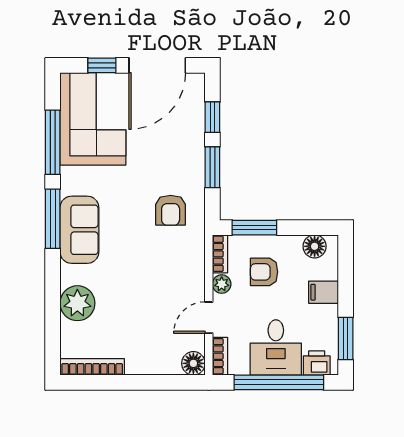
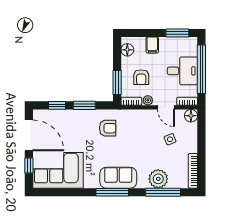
window: (53, 142) -> (163, 192), moved
side table: (150, 325) -> (170, 139), added
printer: (317, 363) -> (191, 49), removed

